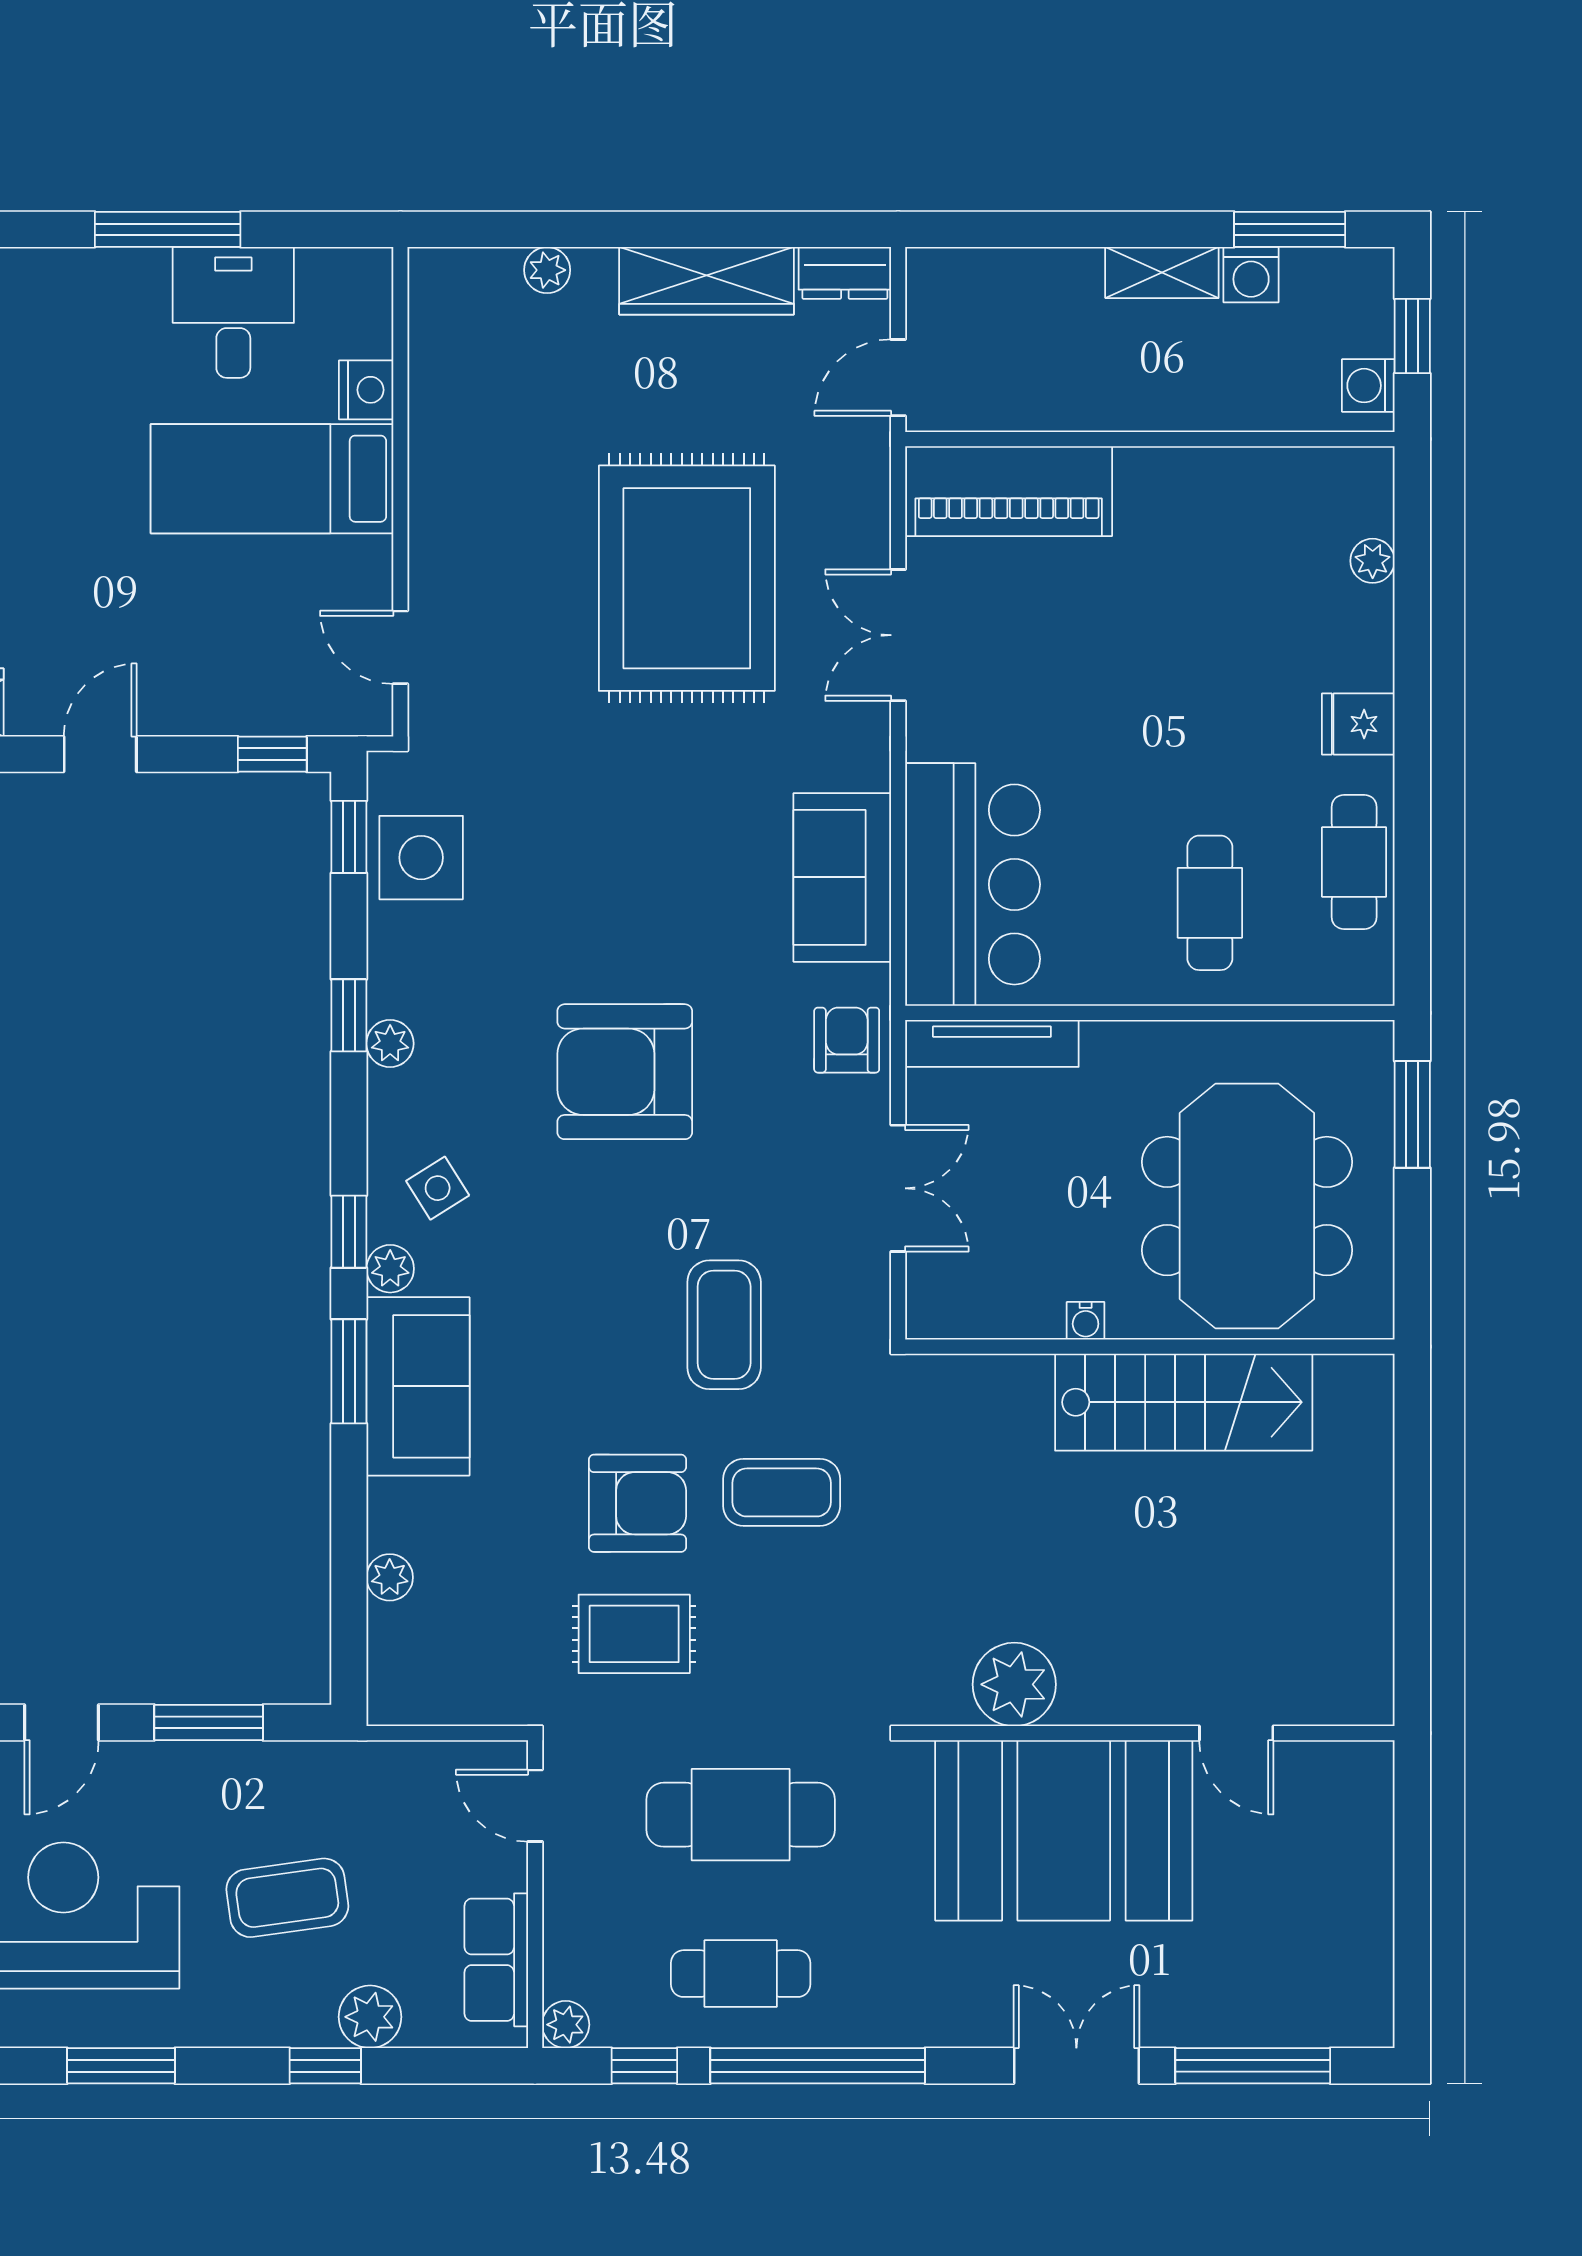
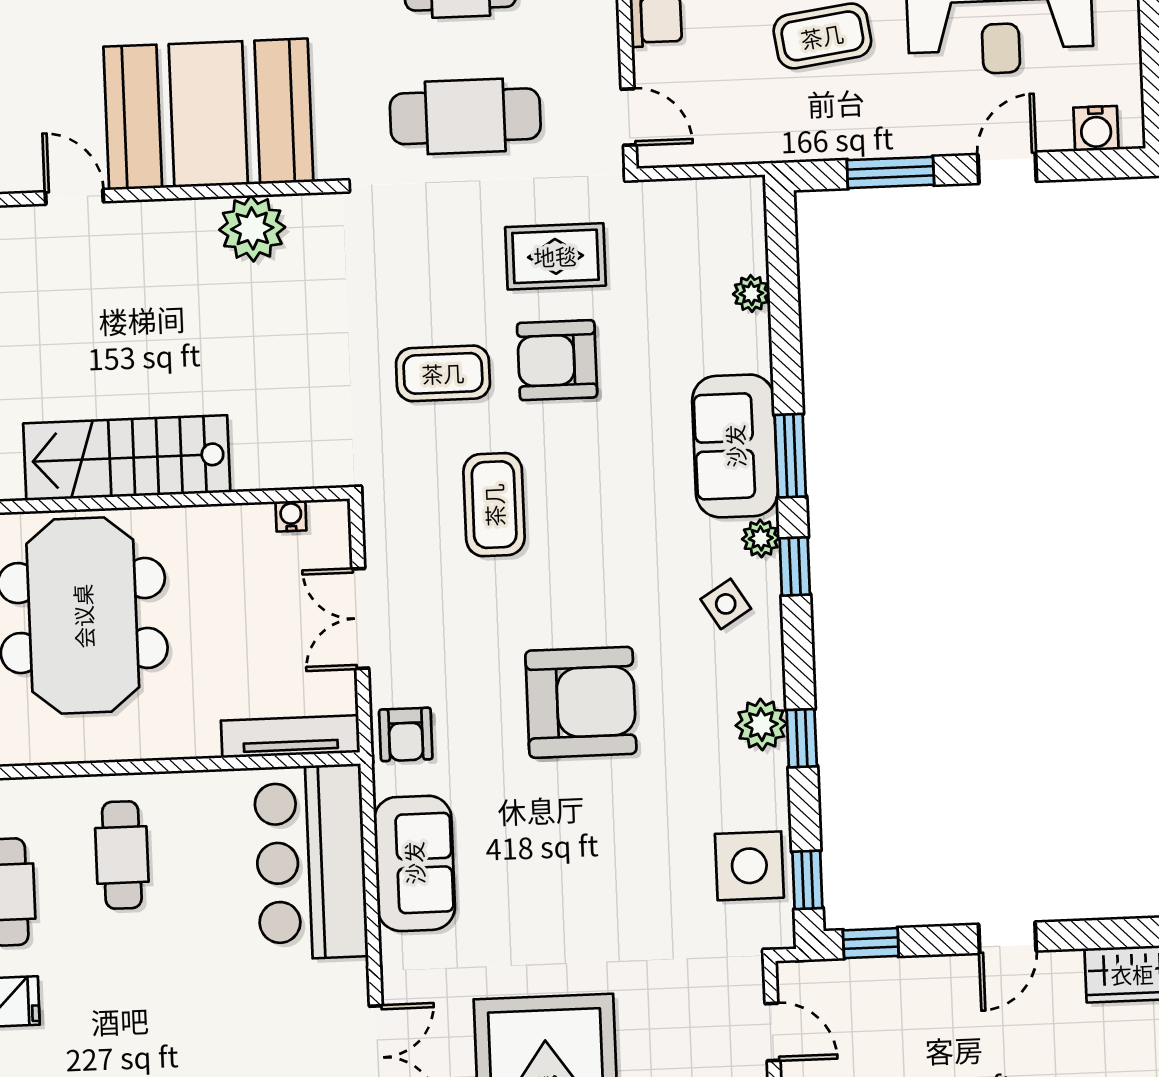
plant: (390, 1044) -> (761, 724), width x1.38, depth x1.38
water cooler: (1086, 1321) -> (291, 516), moved

